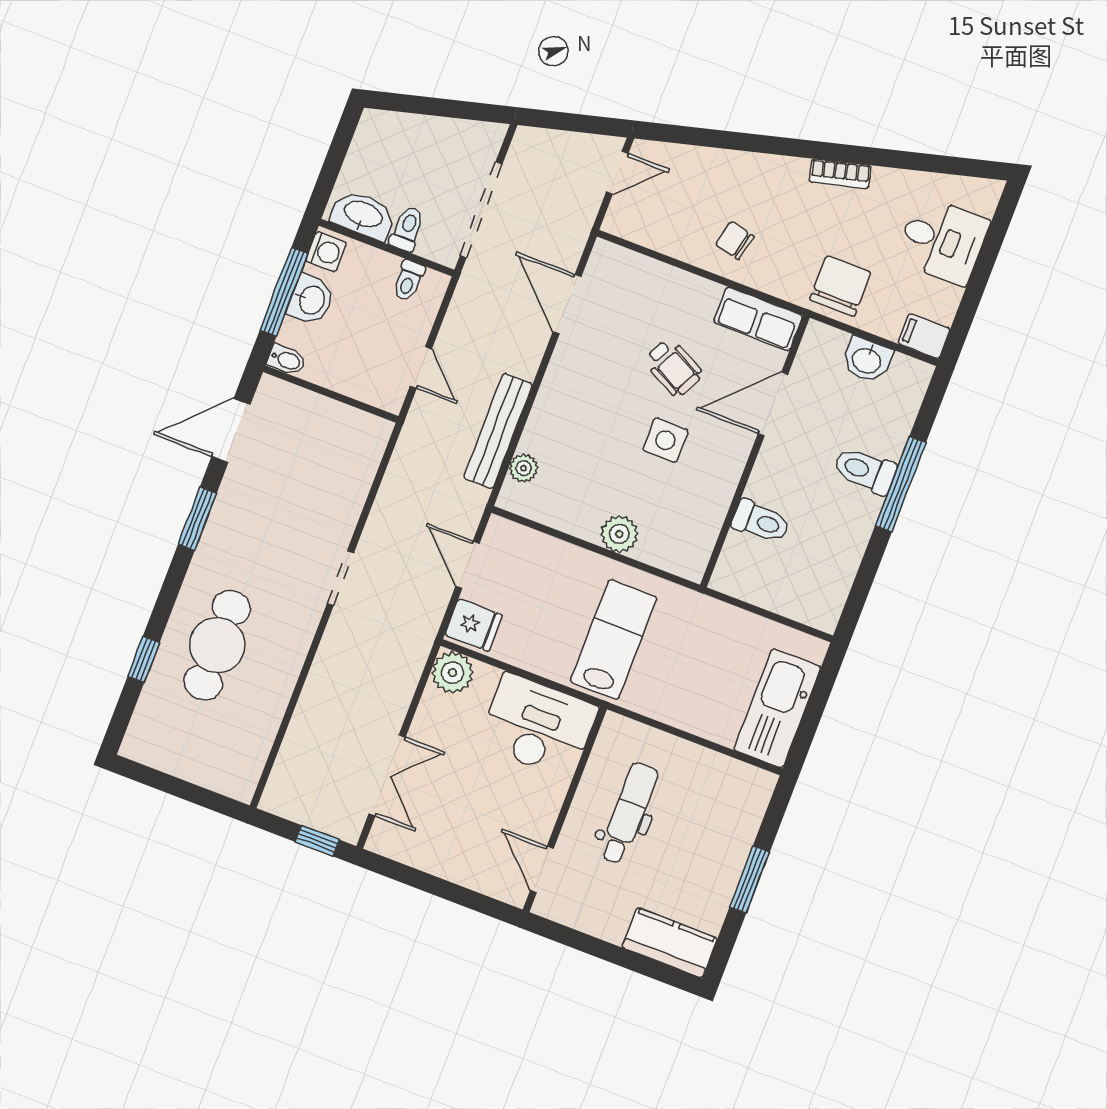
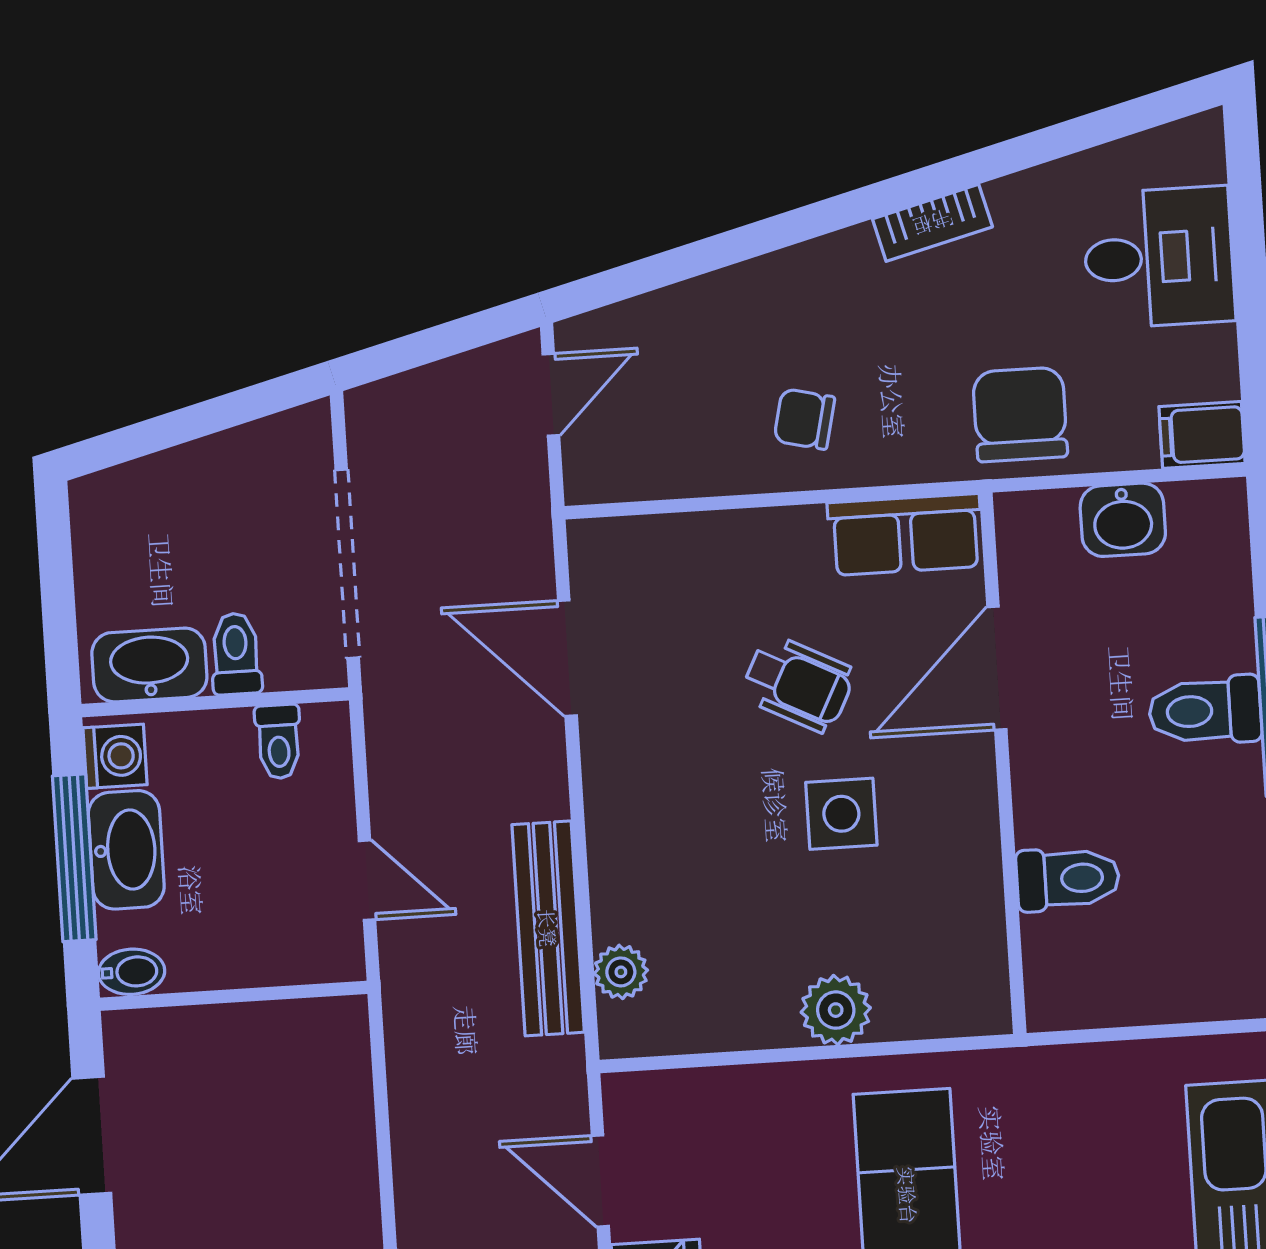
washbasin: (311, 300) -> (126, 850), width x1.38

